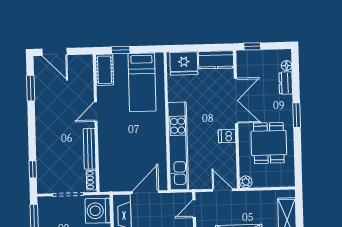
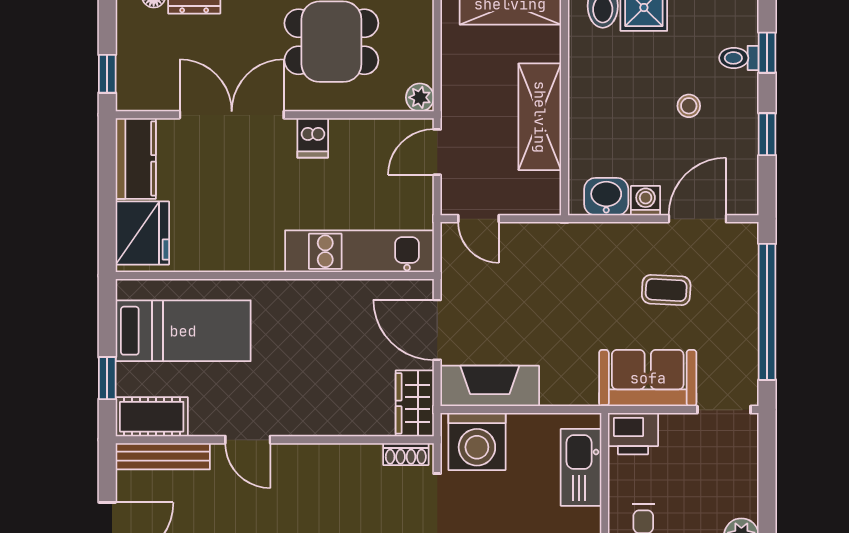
kitchen unit: (178, 146) -> (359, 251), width x0.73
bench: (90, 149) -> (163, 456), moved
wardrobe: (113, 183) -> (415, 403), added

